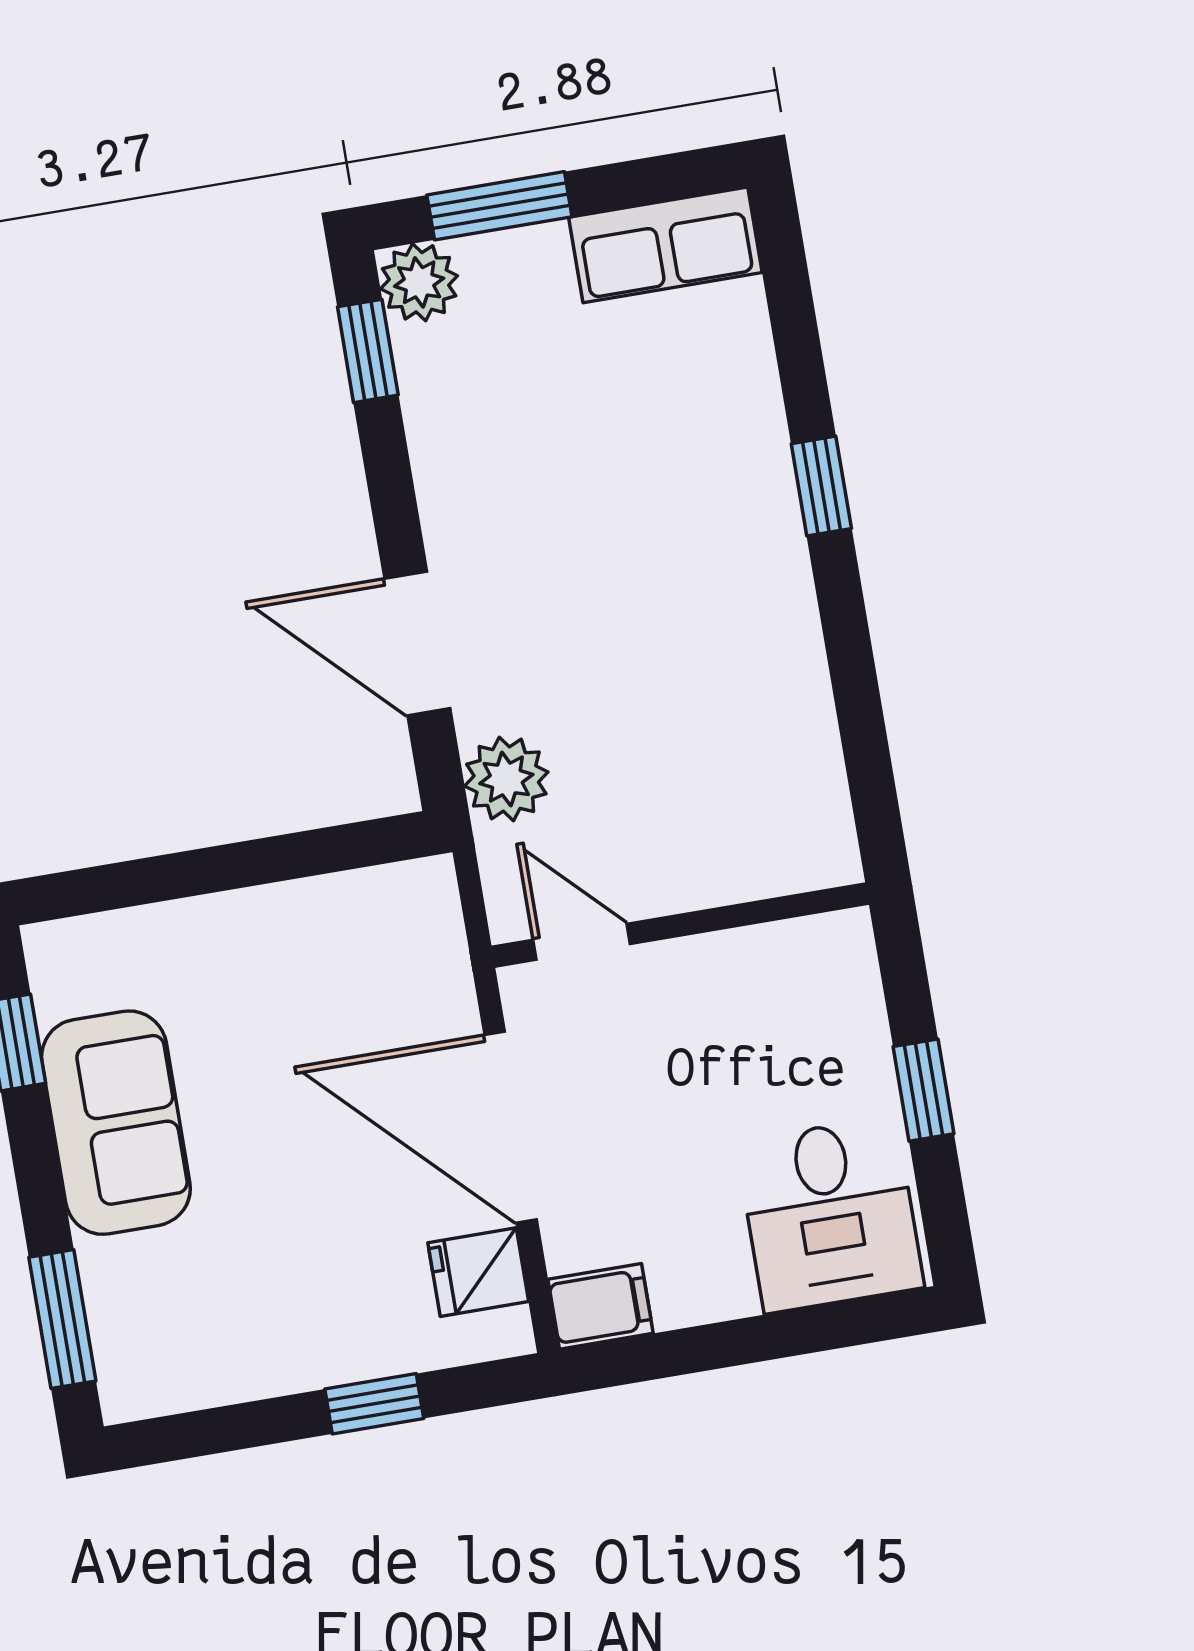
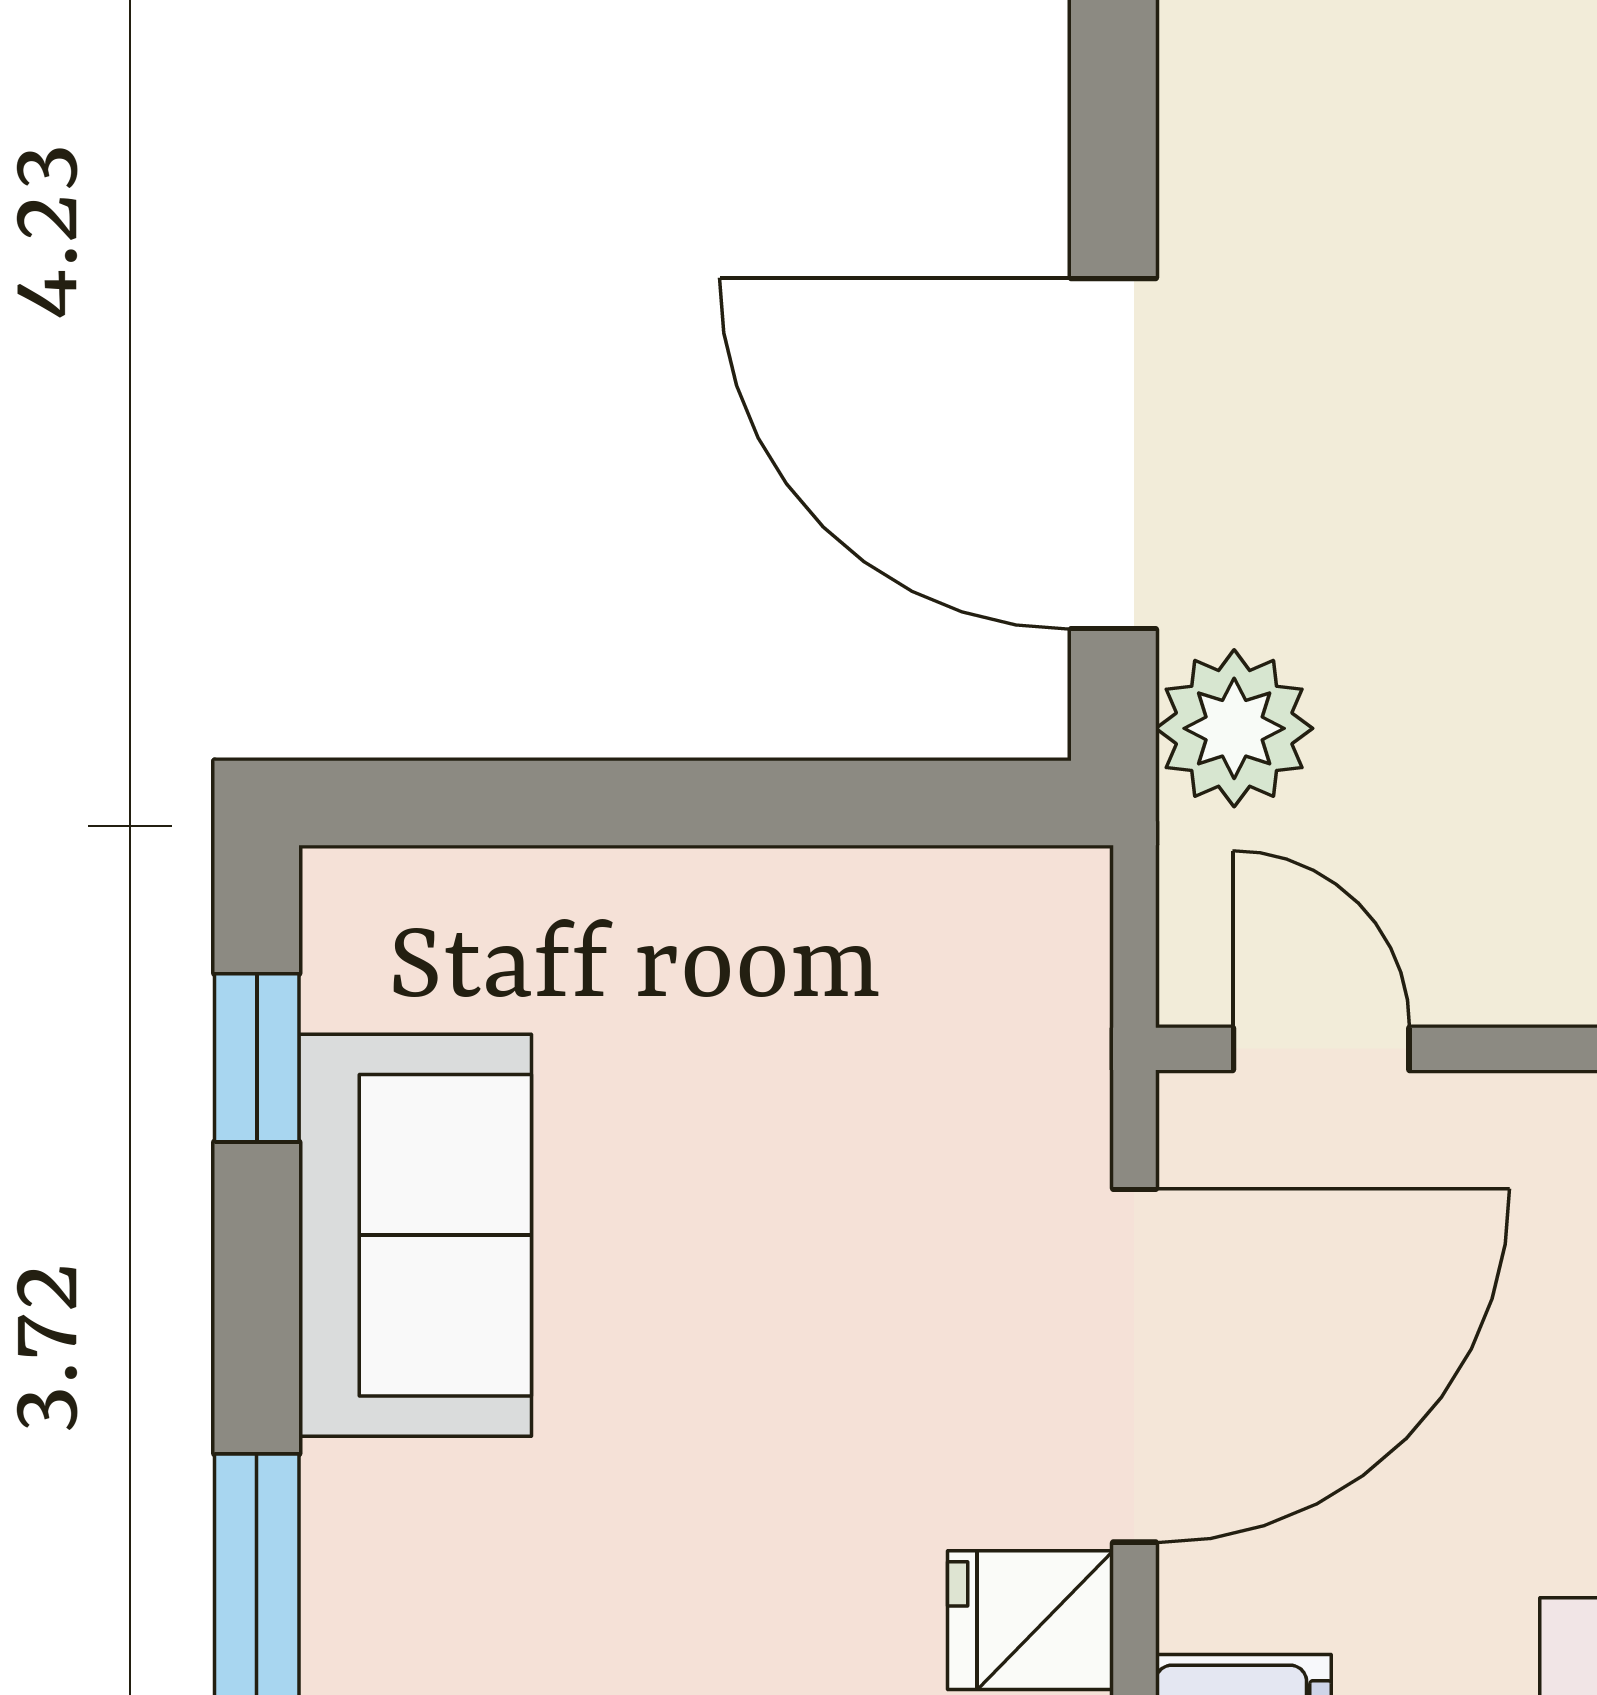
door: (417, 644) -> (1113, 454), width x1.36
door: (511, 1127) -> (1134, 1366), swing flipped

